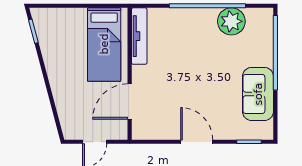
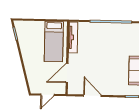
plant: (231, 21) -> (124, 31), removed
door: (197, 142) -> (92, 96), moved

